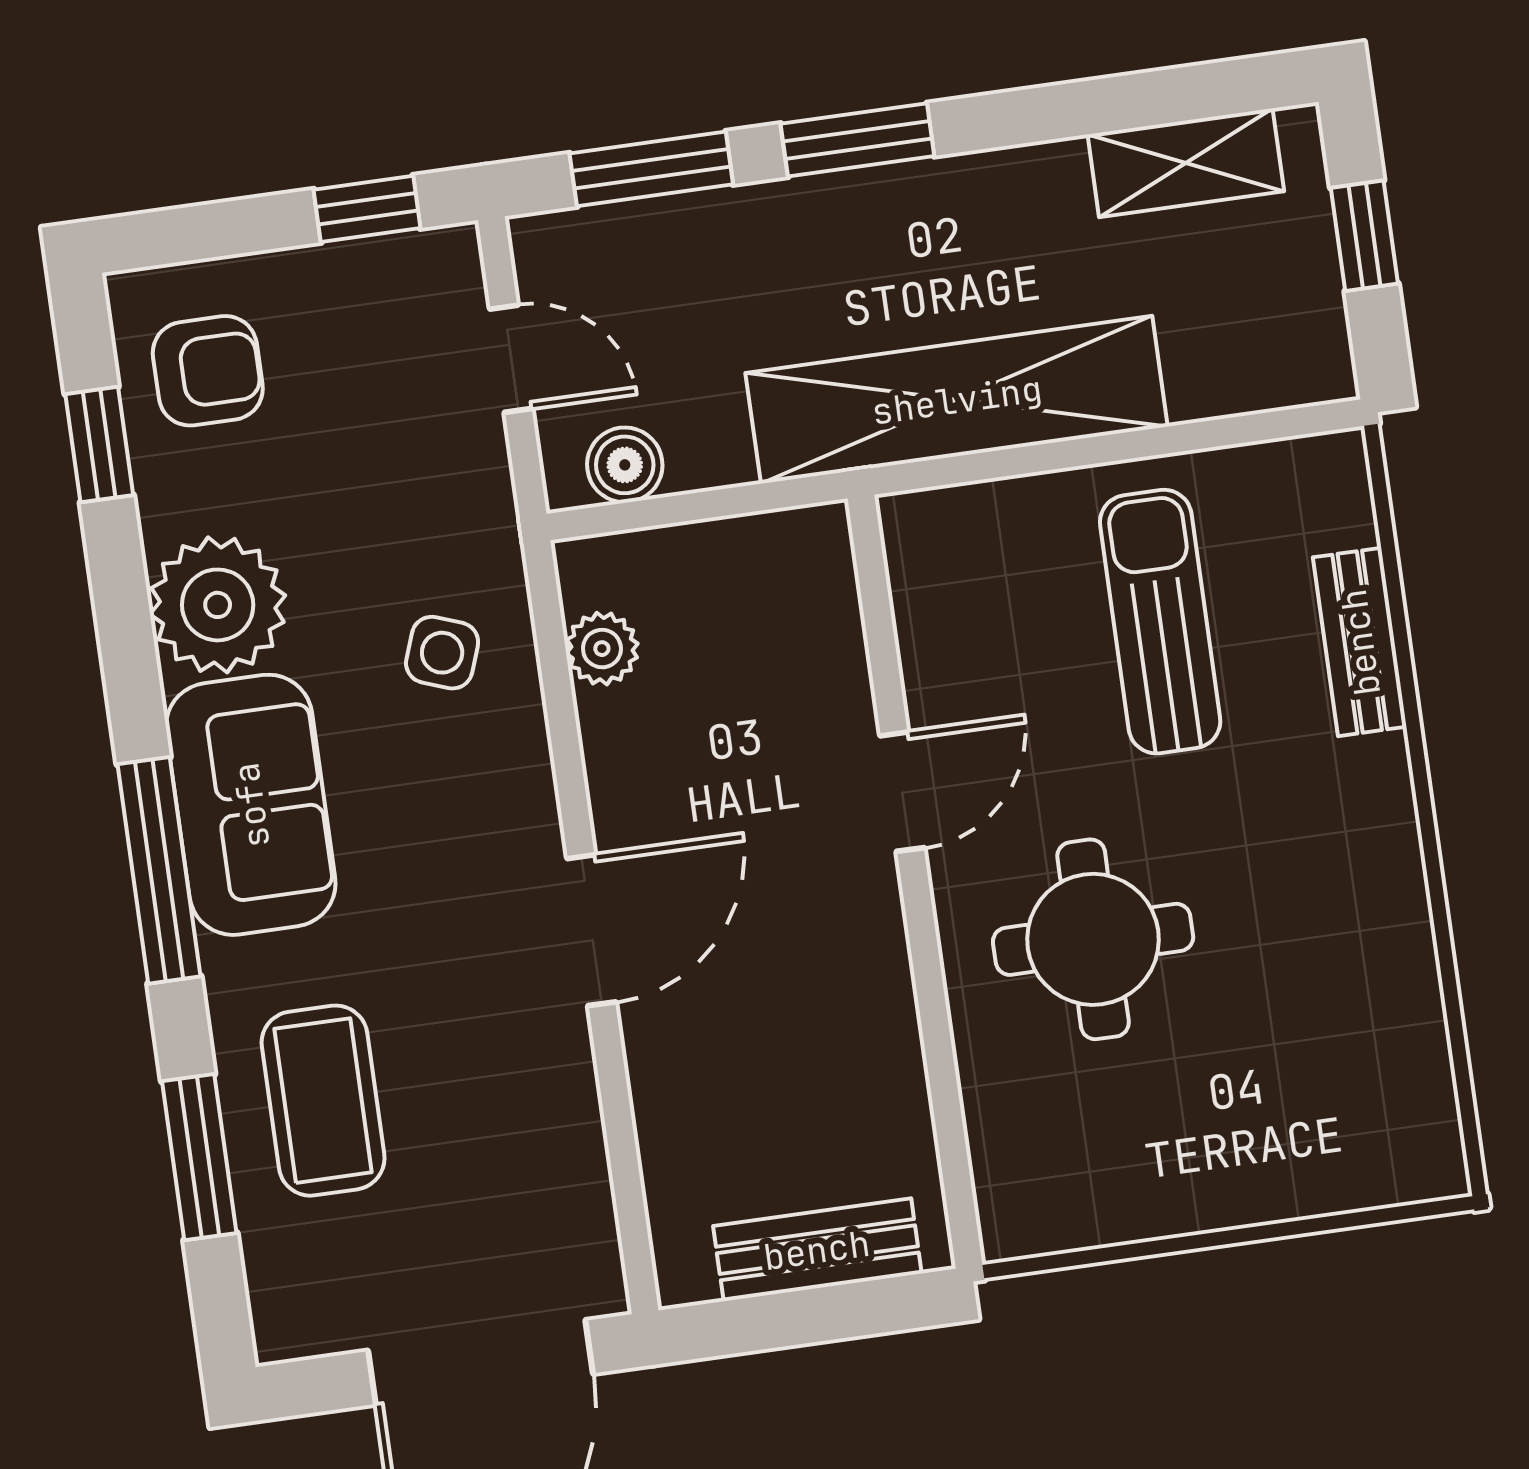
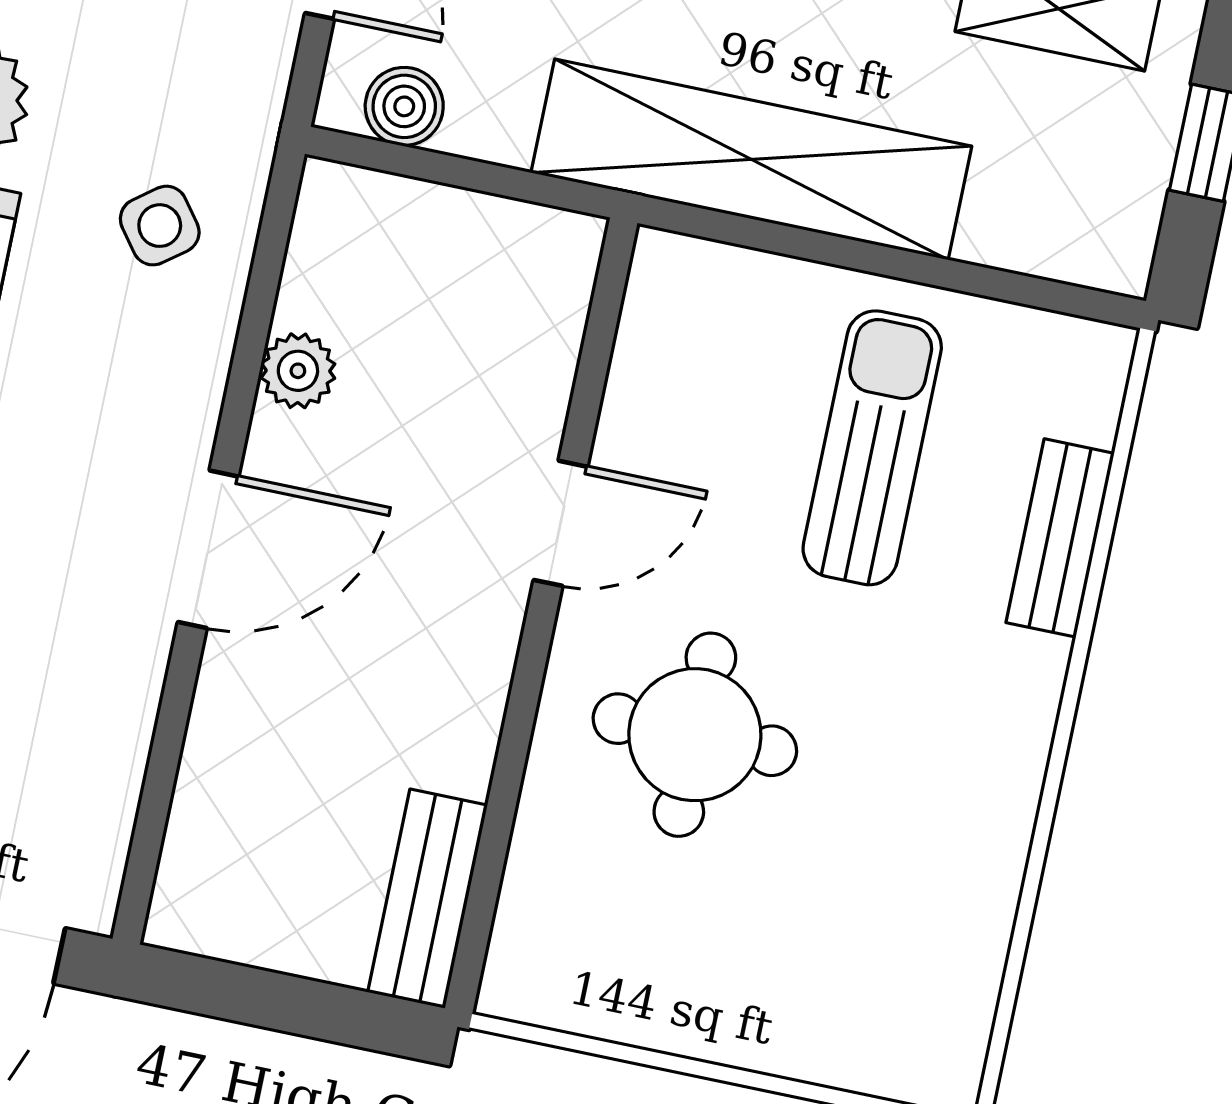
plant: (602, 649) -> (298, 371), moved
side table: (442, 653) -> (160, 226), turned 33
bench: (817, 1250) -> (428, 899), moved, turned 90

